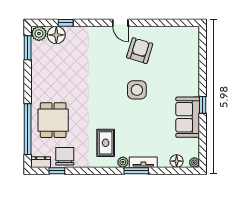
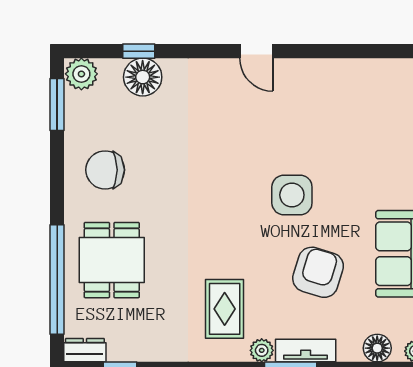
floor lamp: (56, 35) -> (143, 77), moved
armchair: (140, 51) -> (318, 272), moved
chair: (65, 156) -> (105, 170), moved, turned -90

